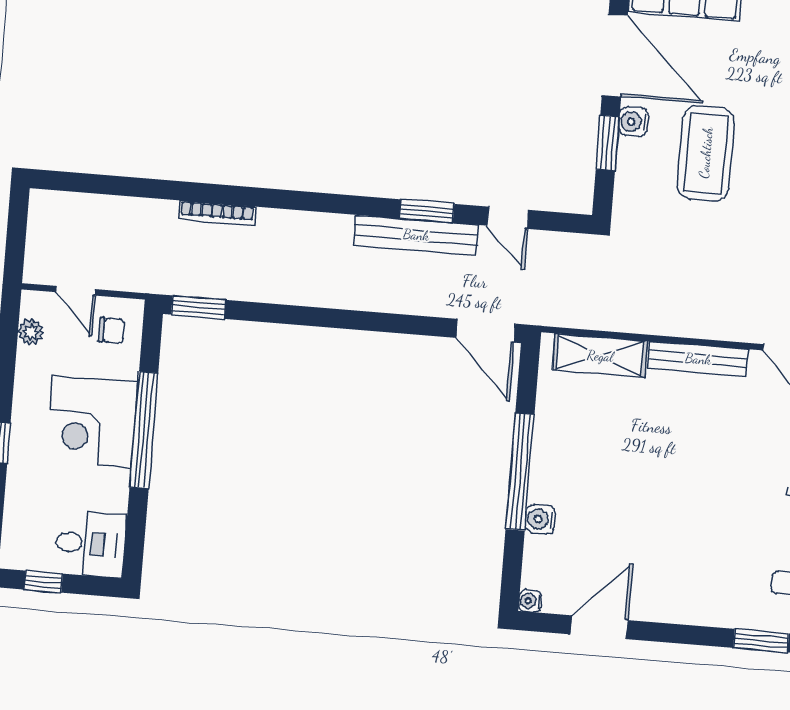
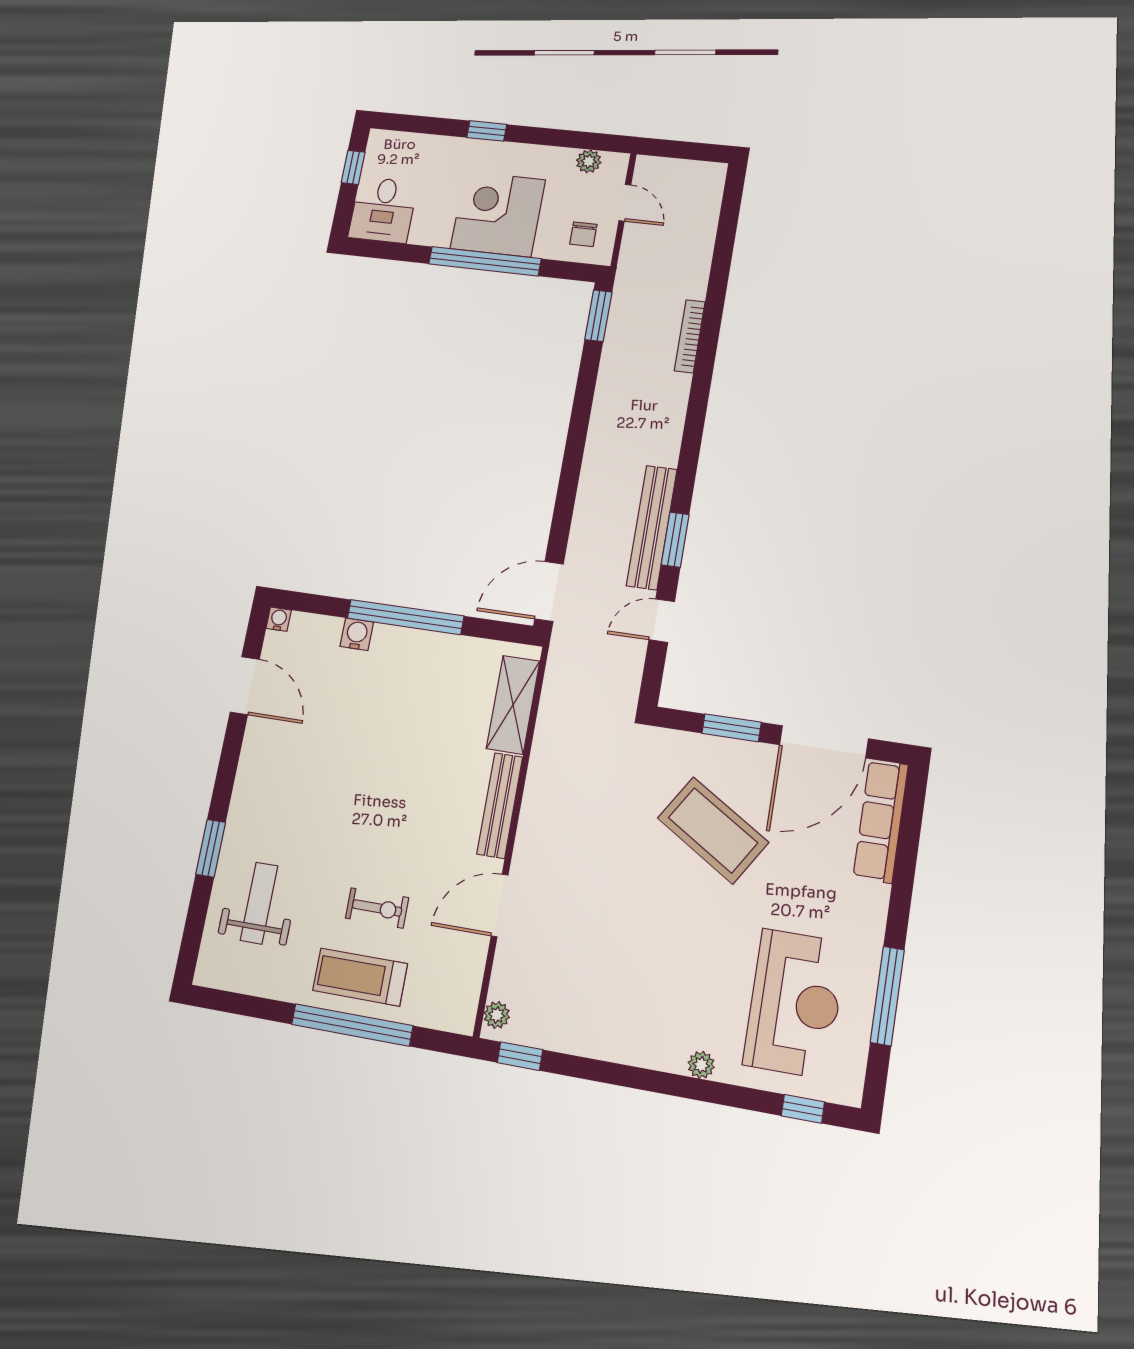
water cooler: (634, 122) -> (752, 756), removed
coffee table: (706, 153) -> (713, 830), turned 32
door: (76, 291) -> (625, 203), swing flipped

